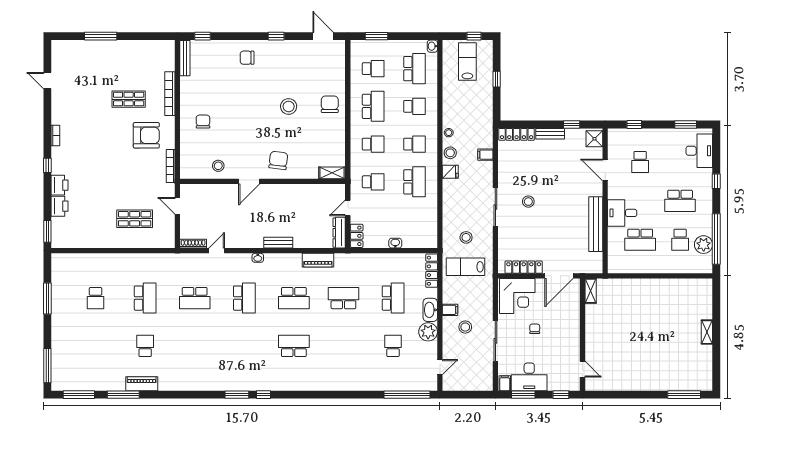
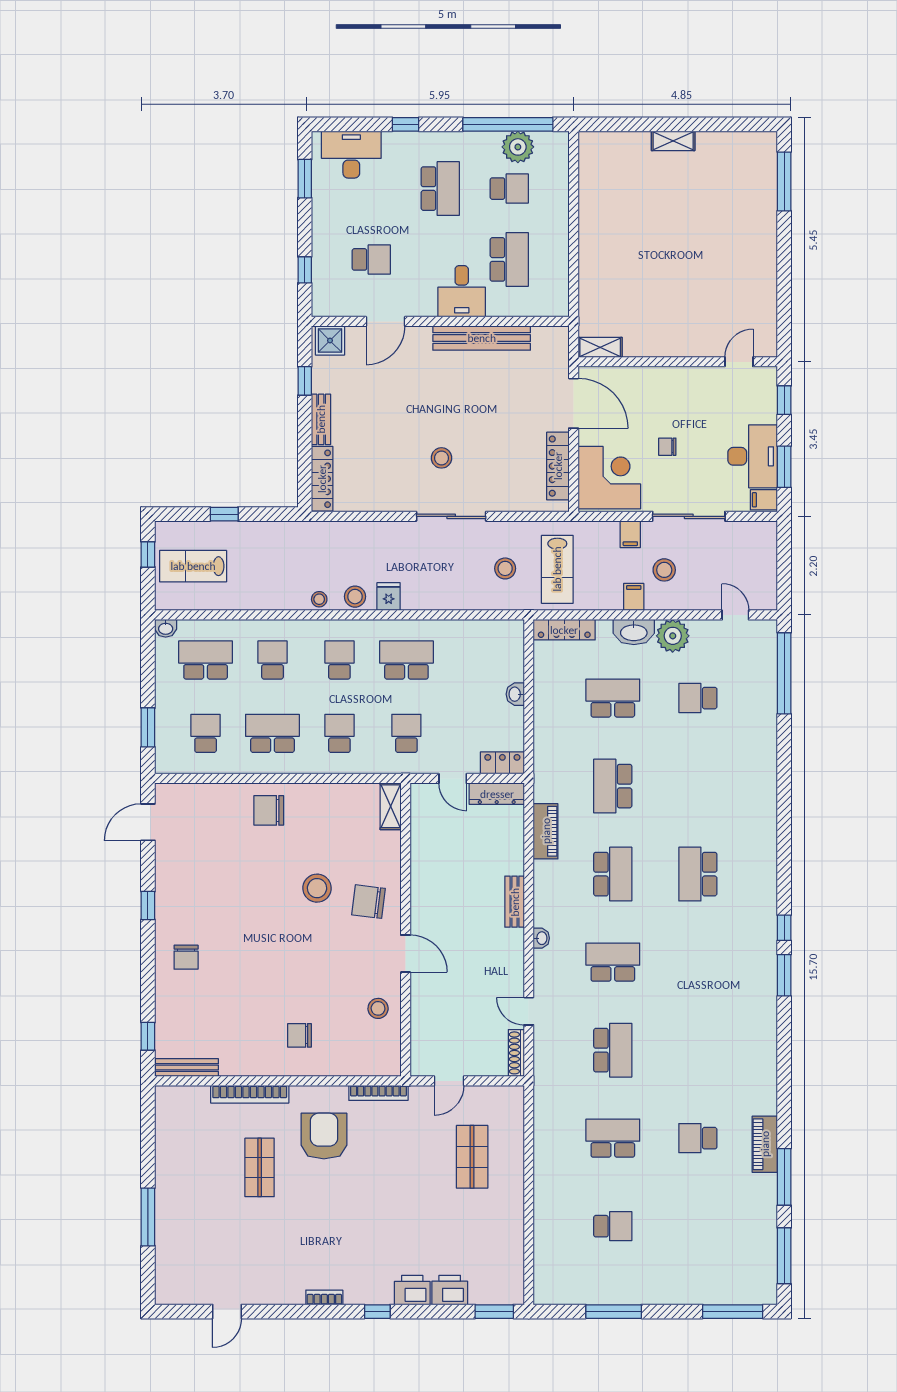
stool: (289, 107) -> (317, 888), moved
filing cabinet: (485, 155) -> (630, 534), moved

